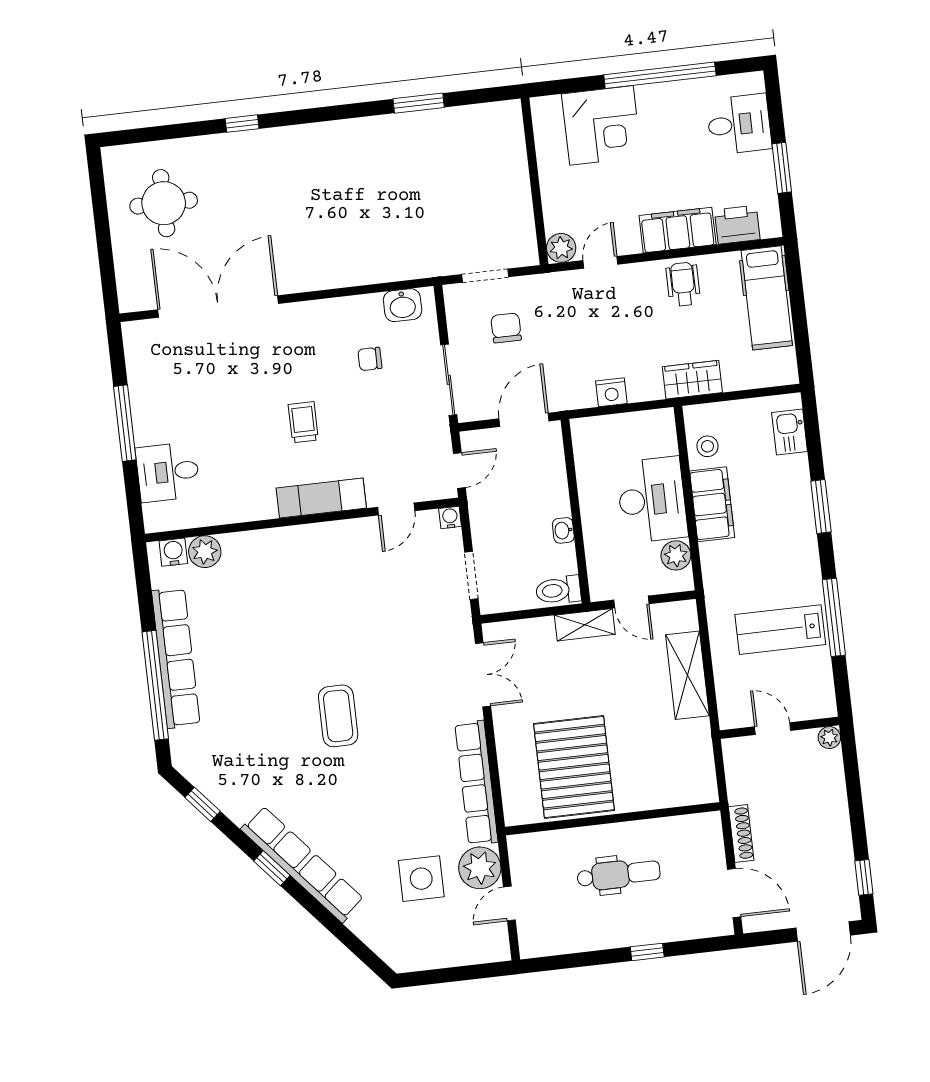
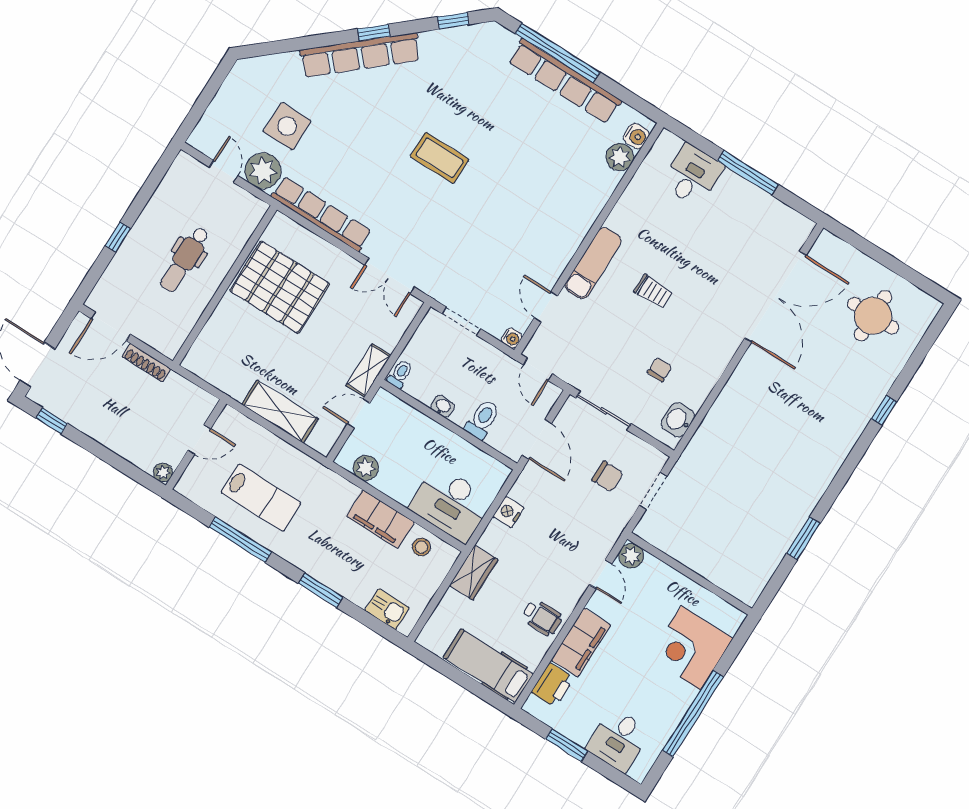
toilet: (546, 484) -> (482, 420), added
desk: (652, 500) -> (451, 504), moved
toilet: (558, 590) -> (400, 374), width x0.73, depth x0.72
lab bench: (780, 630) -> (261, 498), turned 90

